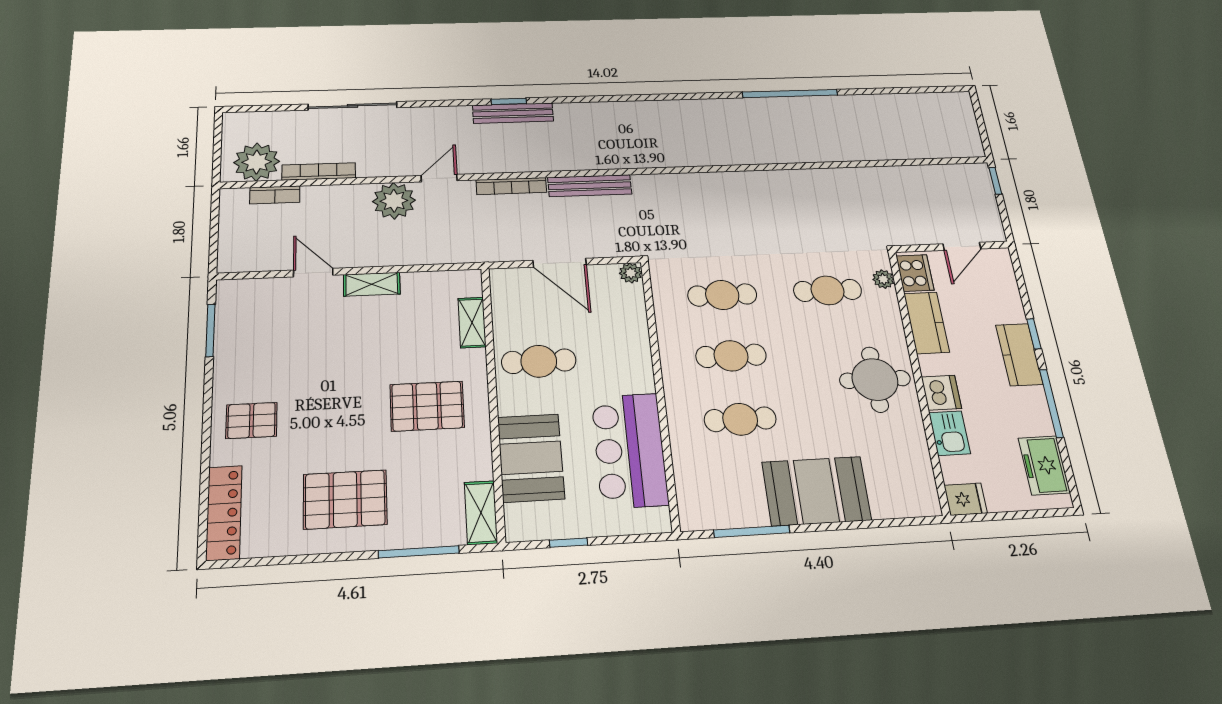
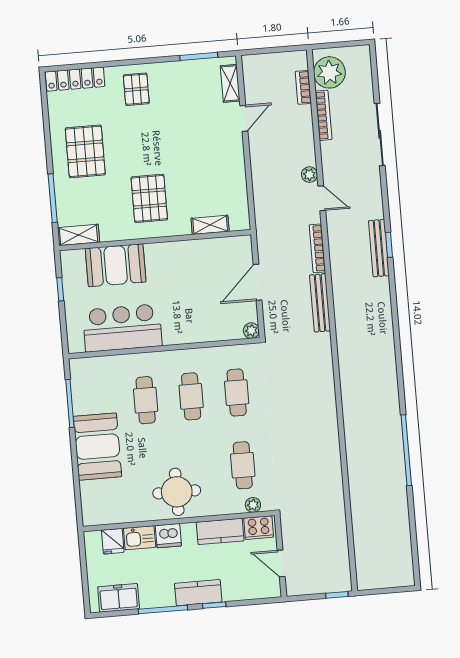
plant: (394, 201) -> (309, 175), width x0.53, depth x0.53
shelving: (372, 284) -> (230, 83), moved
cafe table: (539, 361) -> (183, 269), removed
fridge: (966, 499) -> (113, 541), moved

